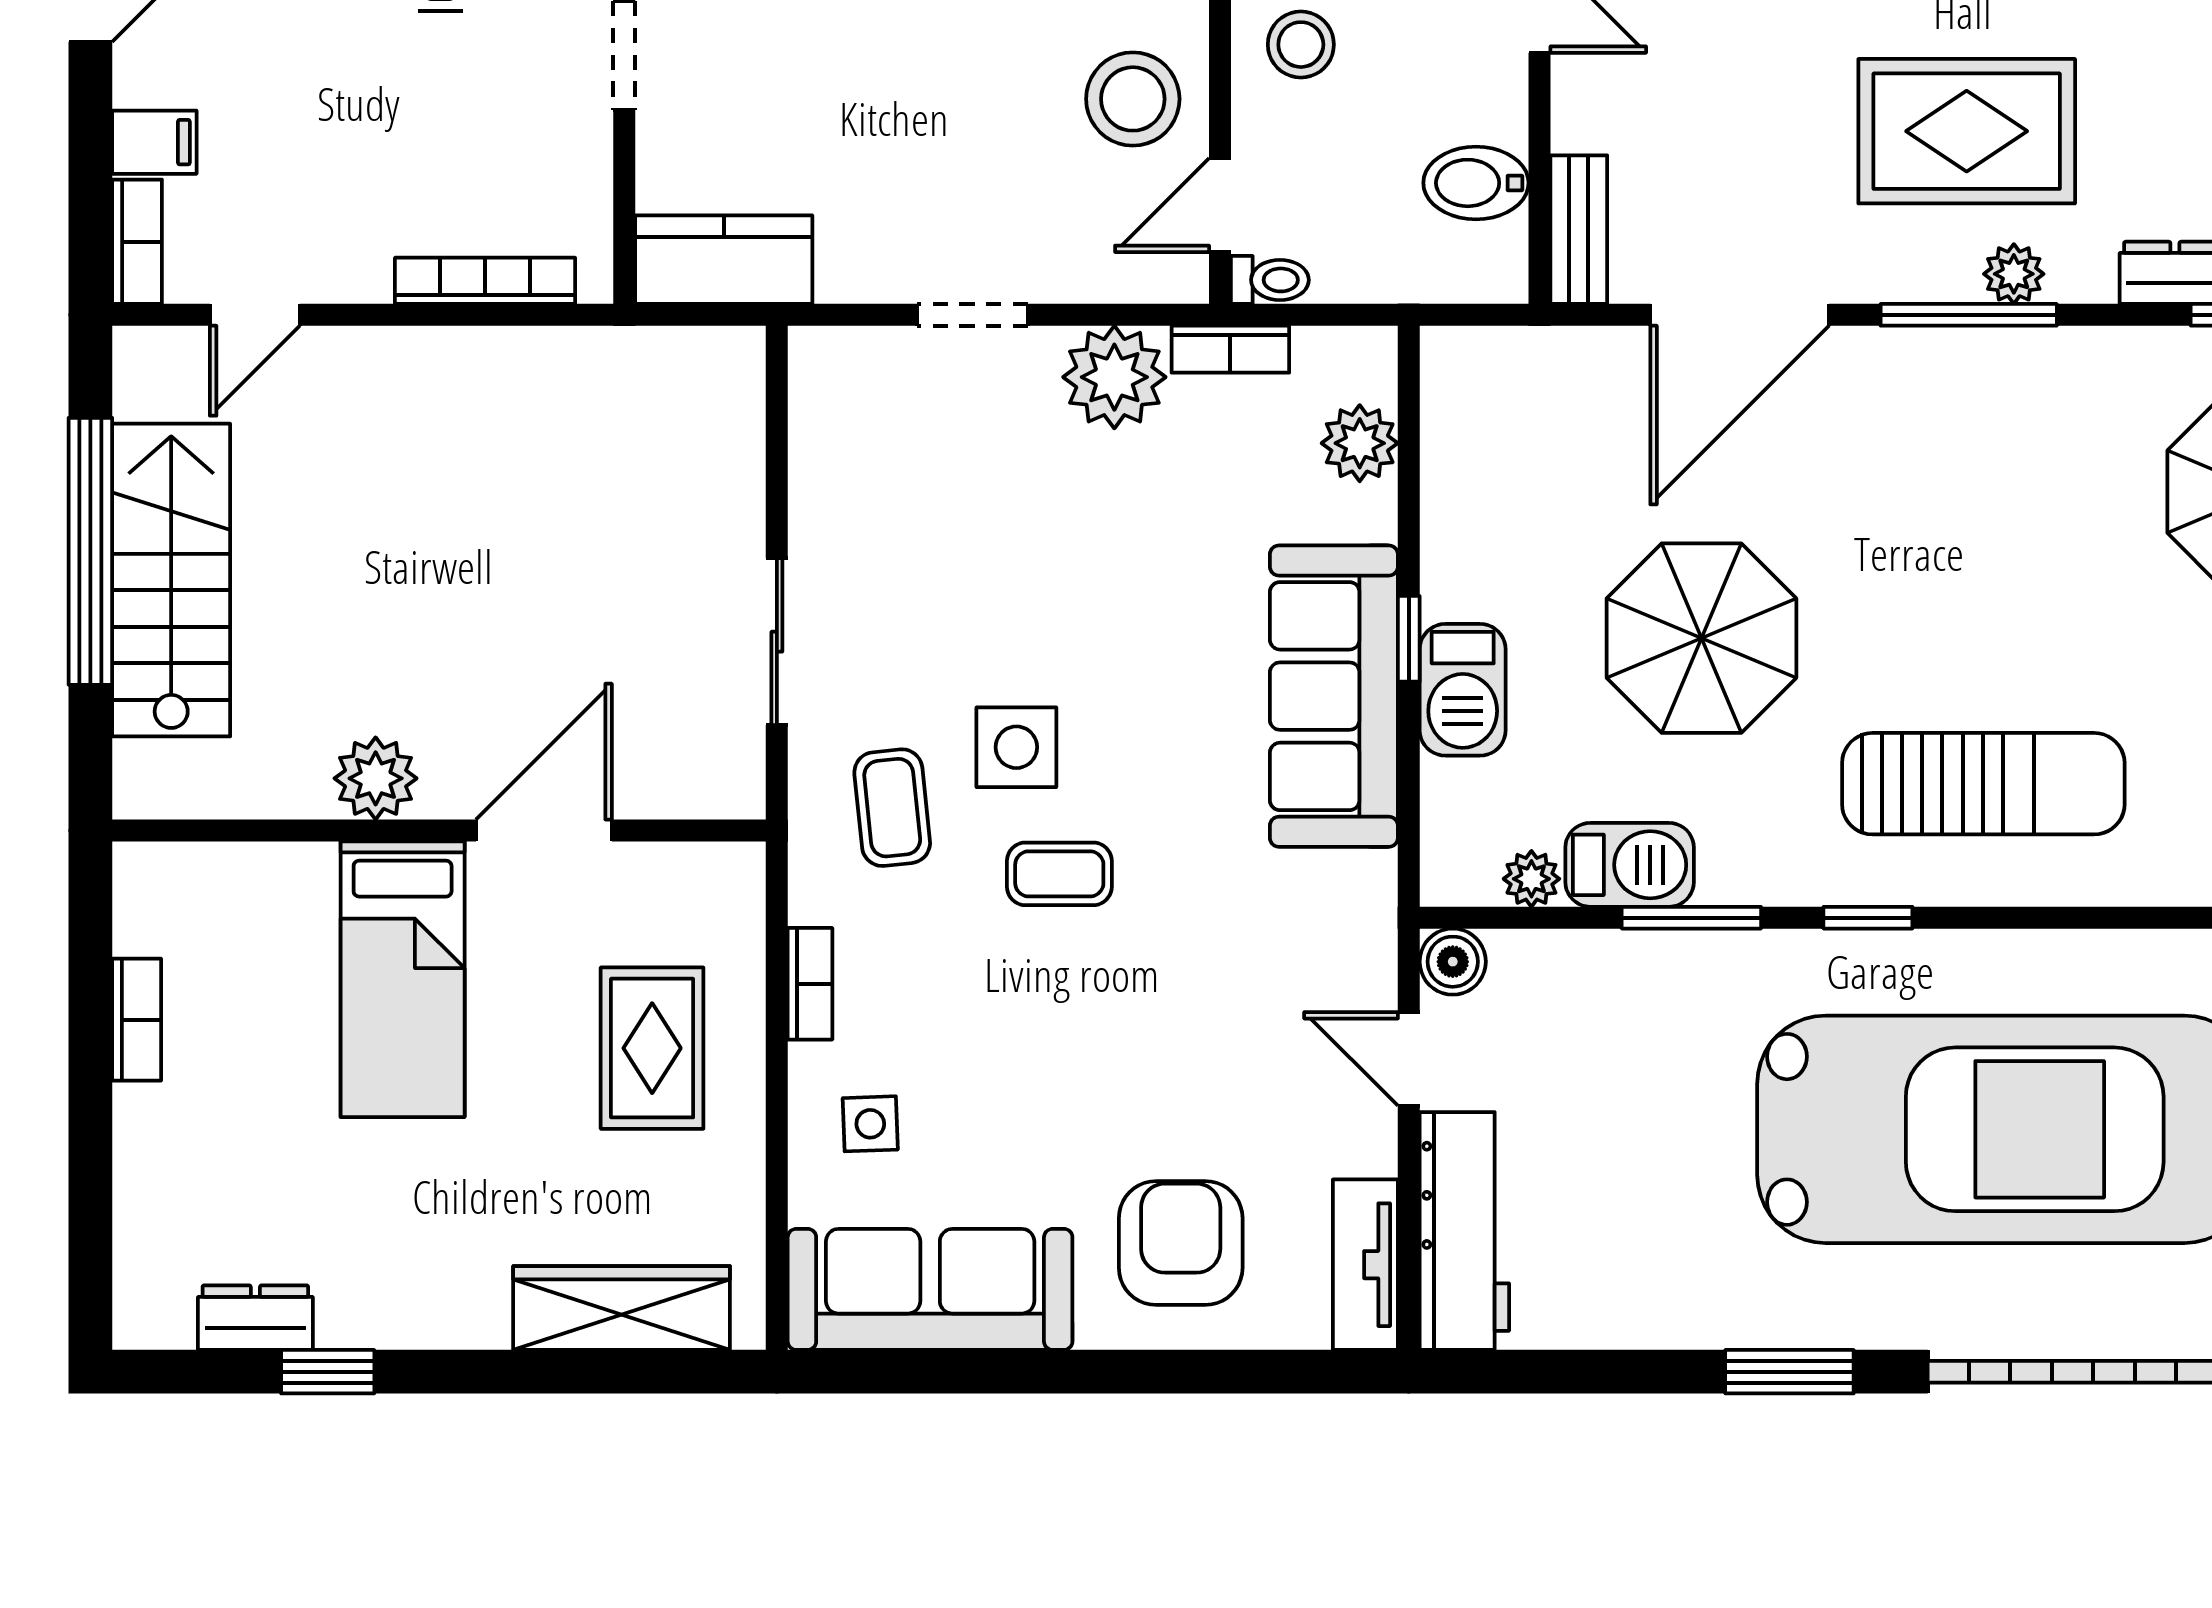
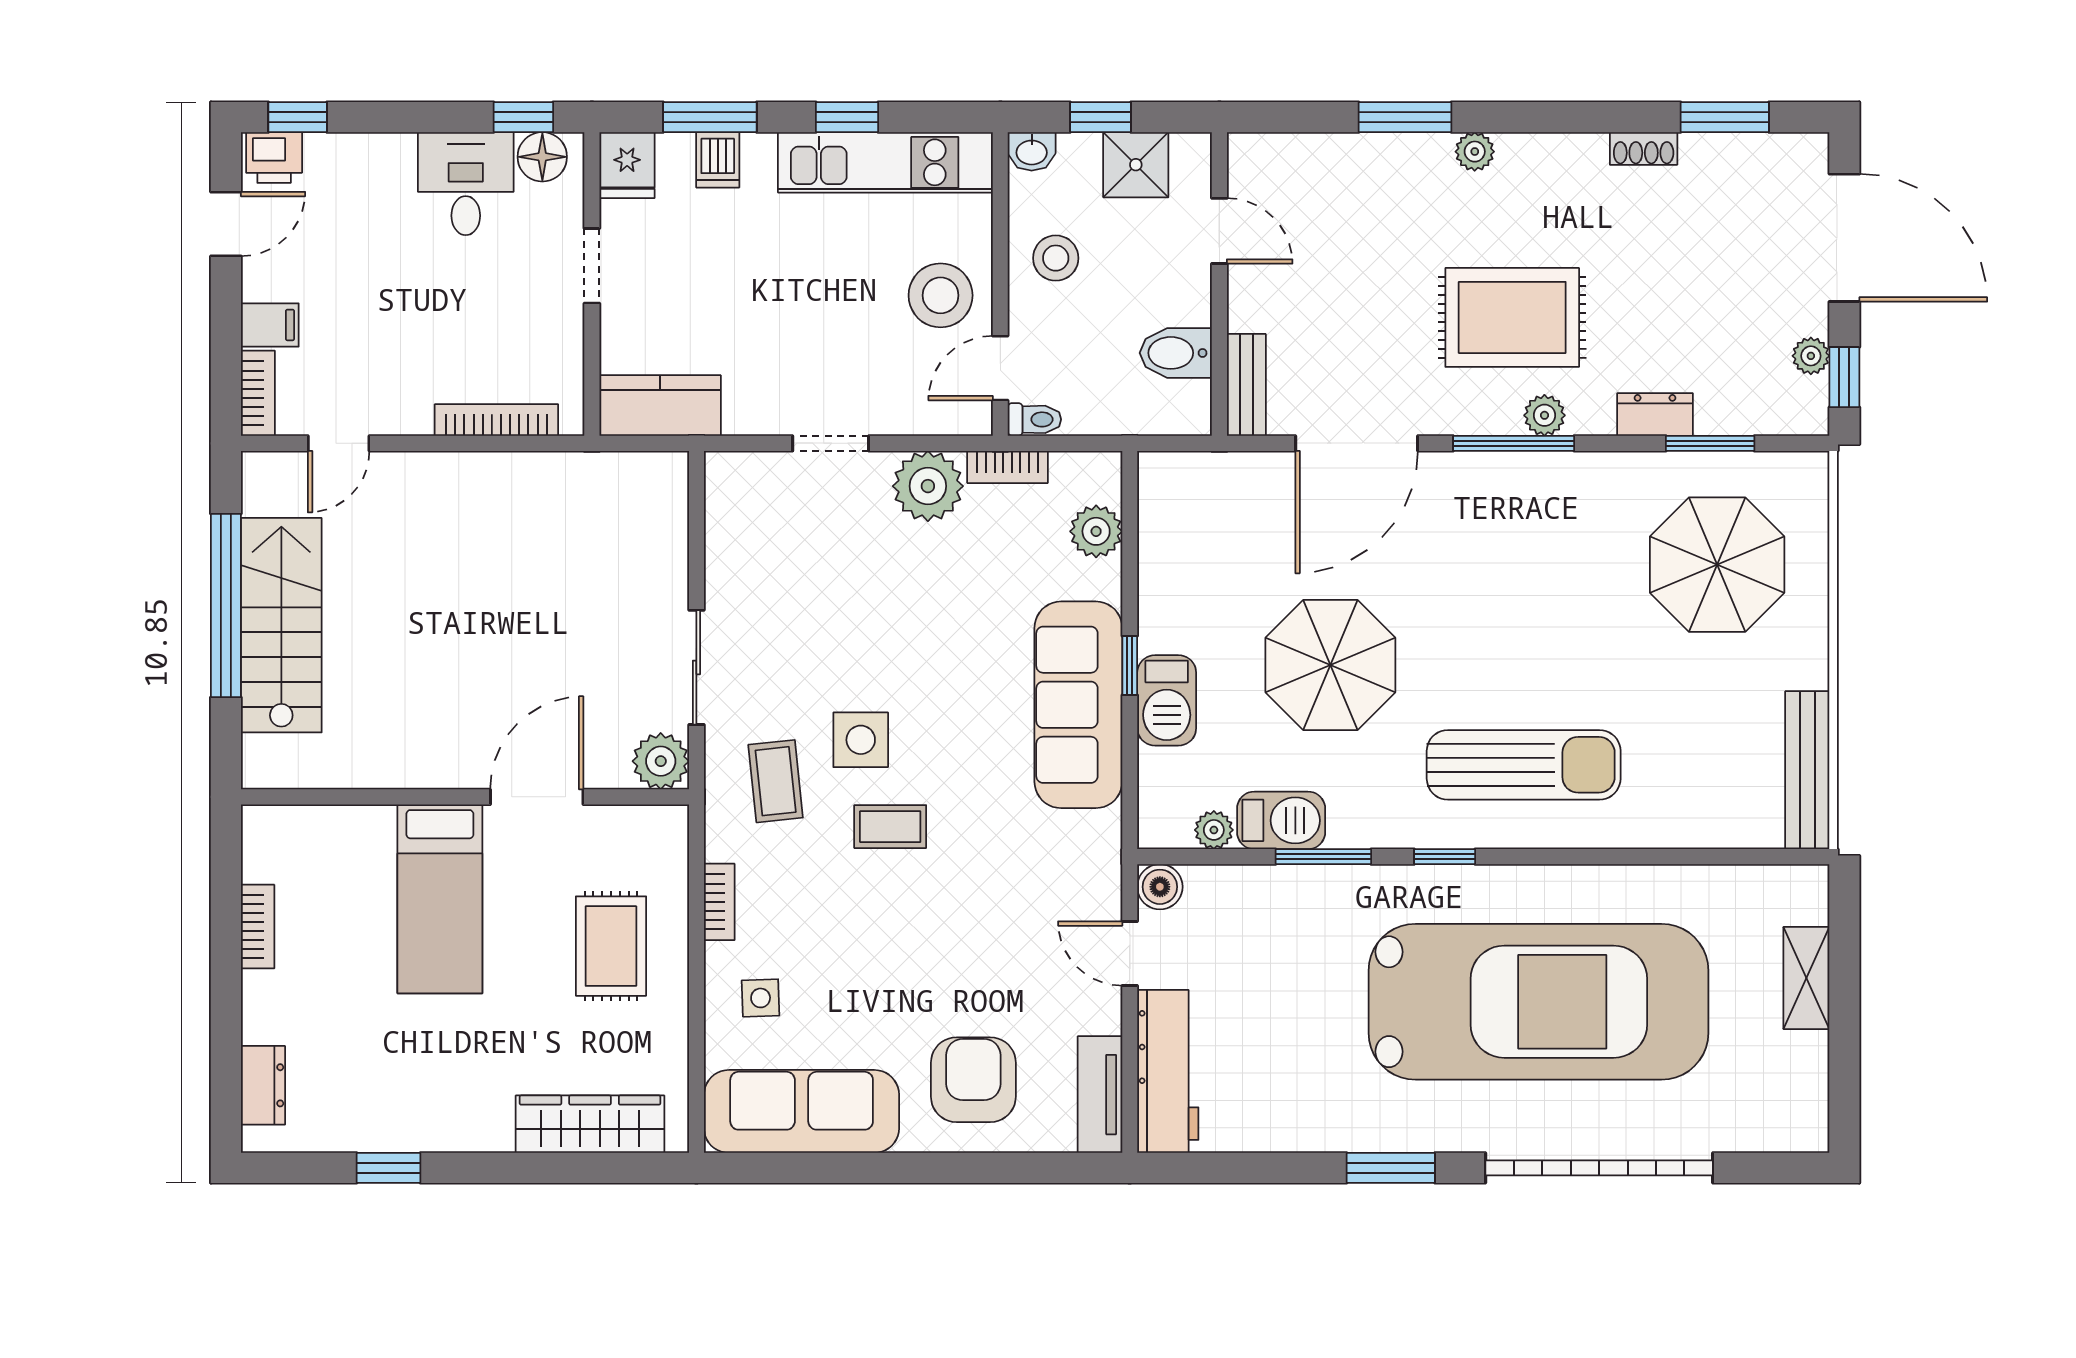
plant: (376, 778) -> (661, 761), moved
dresser: (255, 1318) -> (263, 1085), moved, turned 90

